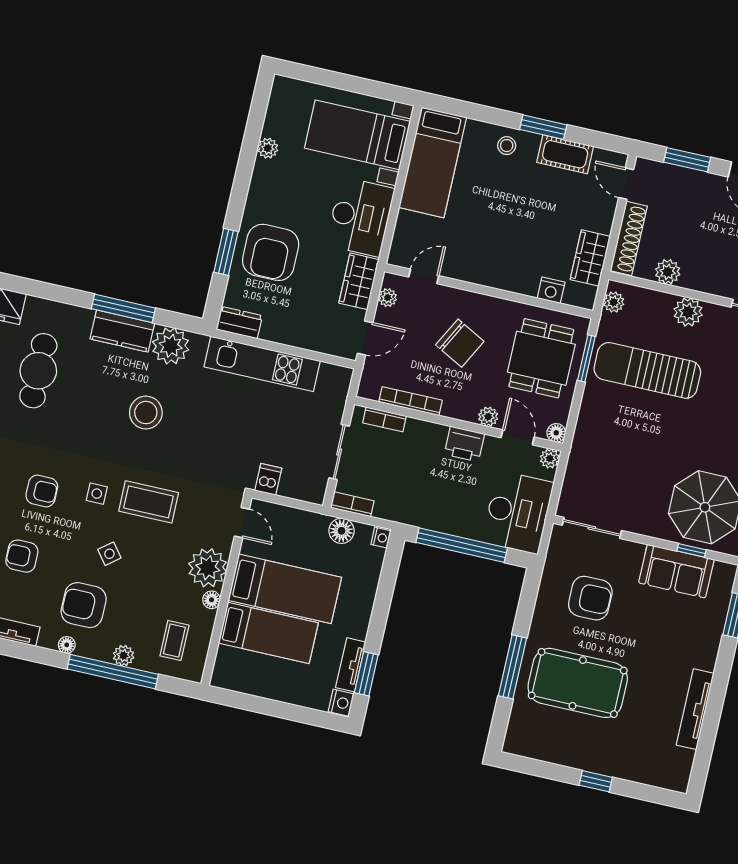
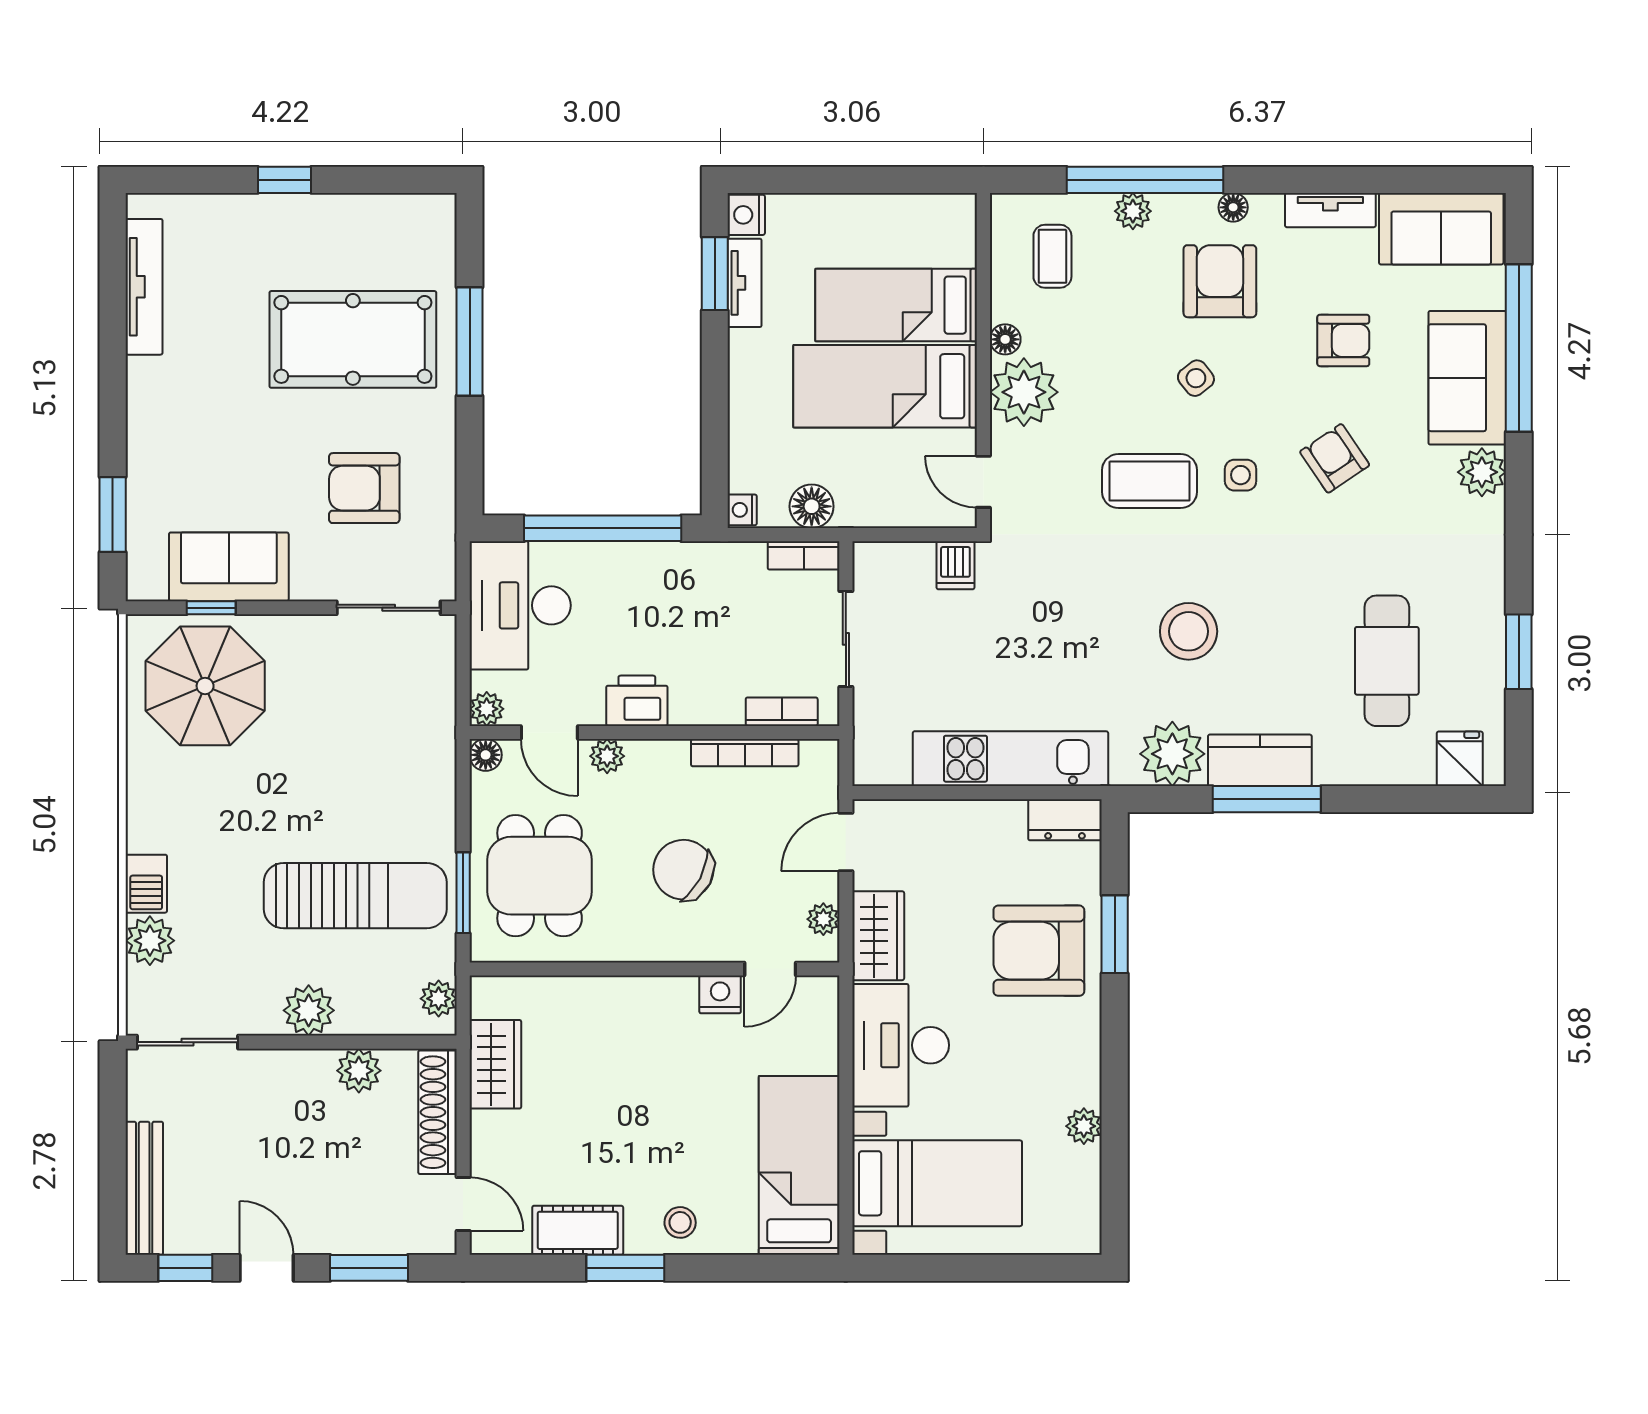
armchair: (271, 252) -> (1039, 951), turned -90
nightstand: (551, 290) -> (720, 994), moved
armchair: (42, 491) -> (1335, 458), turned 56
armchair: (84, 605) -> (1220, 281), turned -90
tv unit: (695, 709) -> (144, 287), moved

